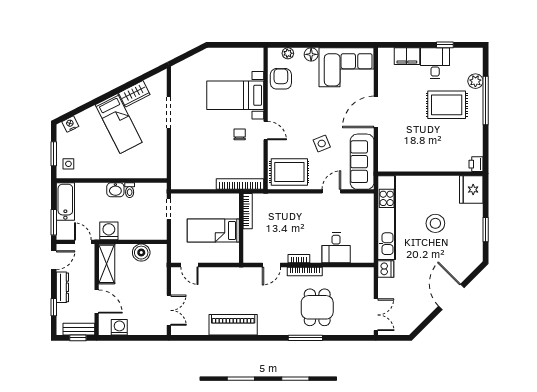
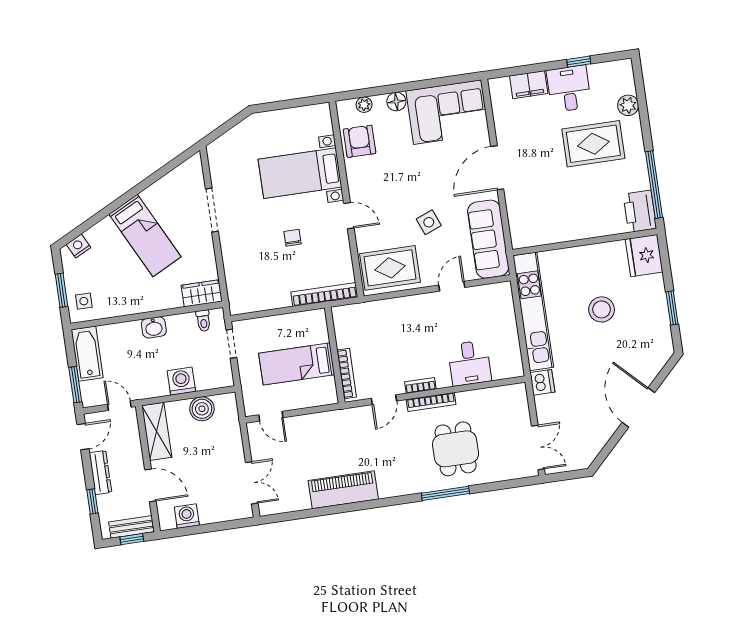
wardrobe: (134, 94) -> (202, 293), moved, turned -153
window: (486, 100) -> (654, 185), moved
chair: (240, 134) -> (293, 238), moved
printer: (476, 164) -> (640, 211), width x1.87, depth x1.48
toilet: (130, 190) -> (203, 321), moved
bookcase: (248, 211) -> (347, 374), moved
washing machine: (109, 231) -> (181, 381), moved

